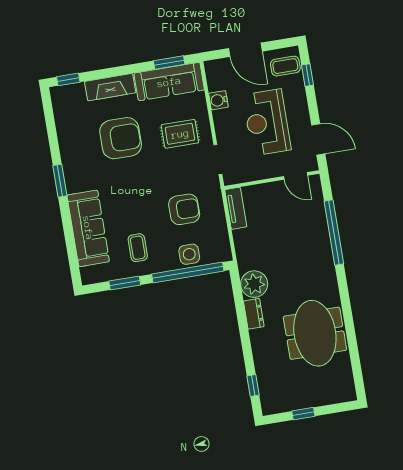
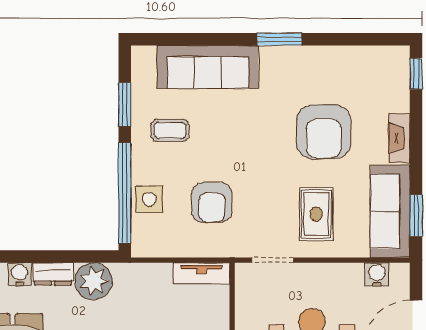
fireplace: (110, 87) -> (399, 138), width x0.73, depth x0.76
water cooler: (218, 100) -> (377, 274), moved
water cooler: (258, 338) -> (20, 274), added

